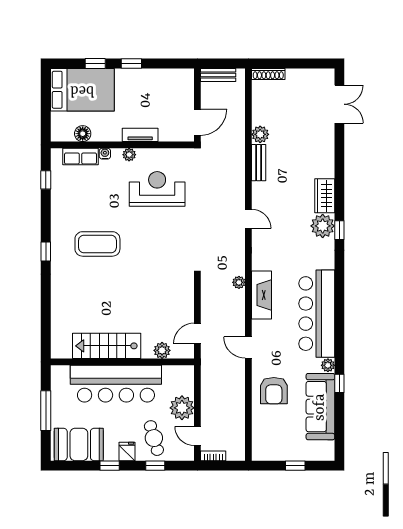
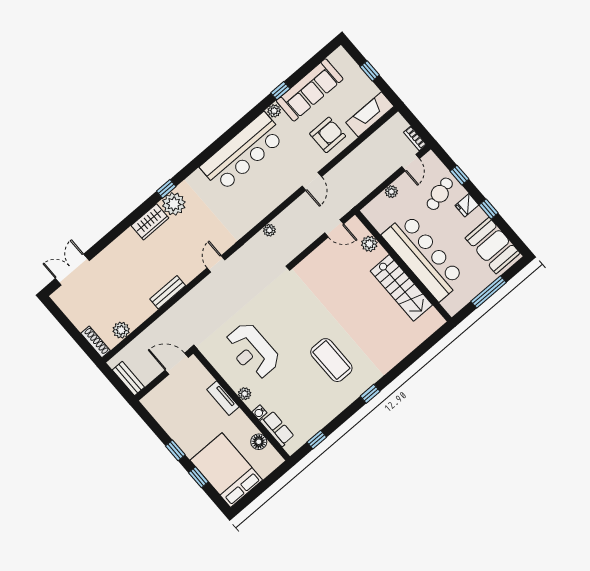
plant: (260, 134) -> (121, 330), moved
fireplace: (261, 295) -> (370, 114), moved
plant: (182, 408) -> (391, 192), width x0.53, depth x0.53

